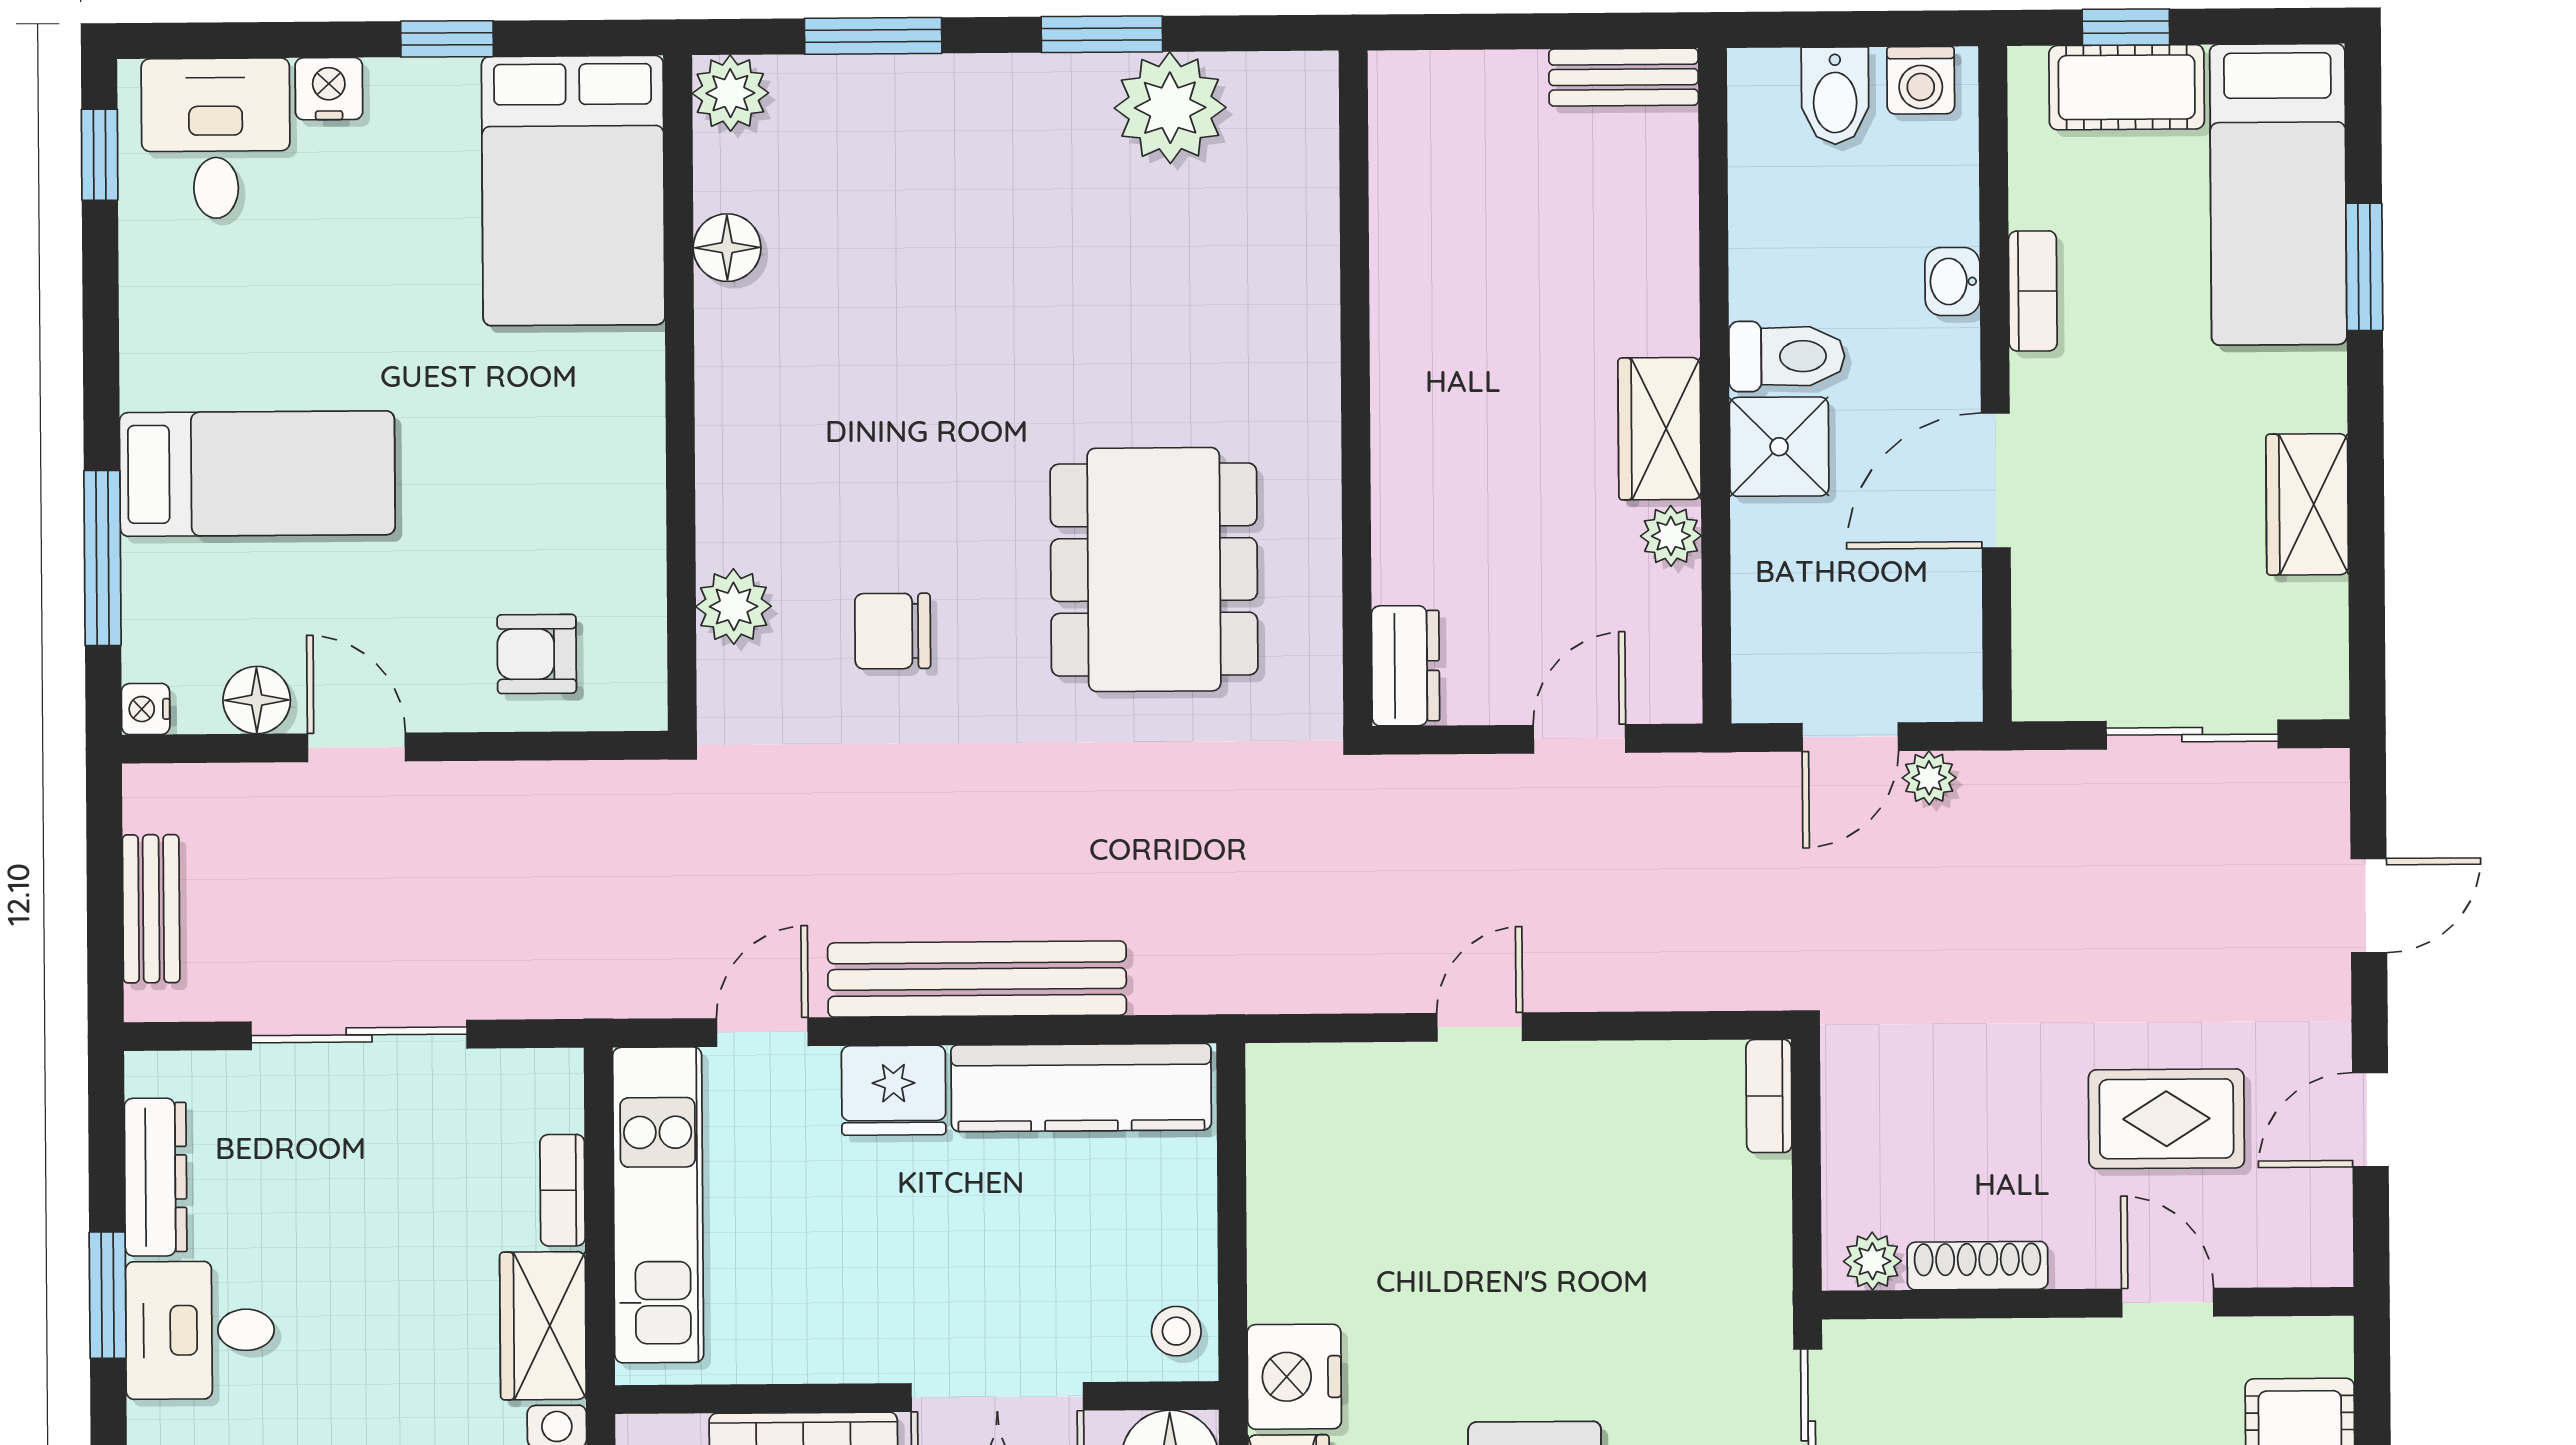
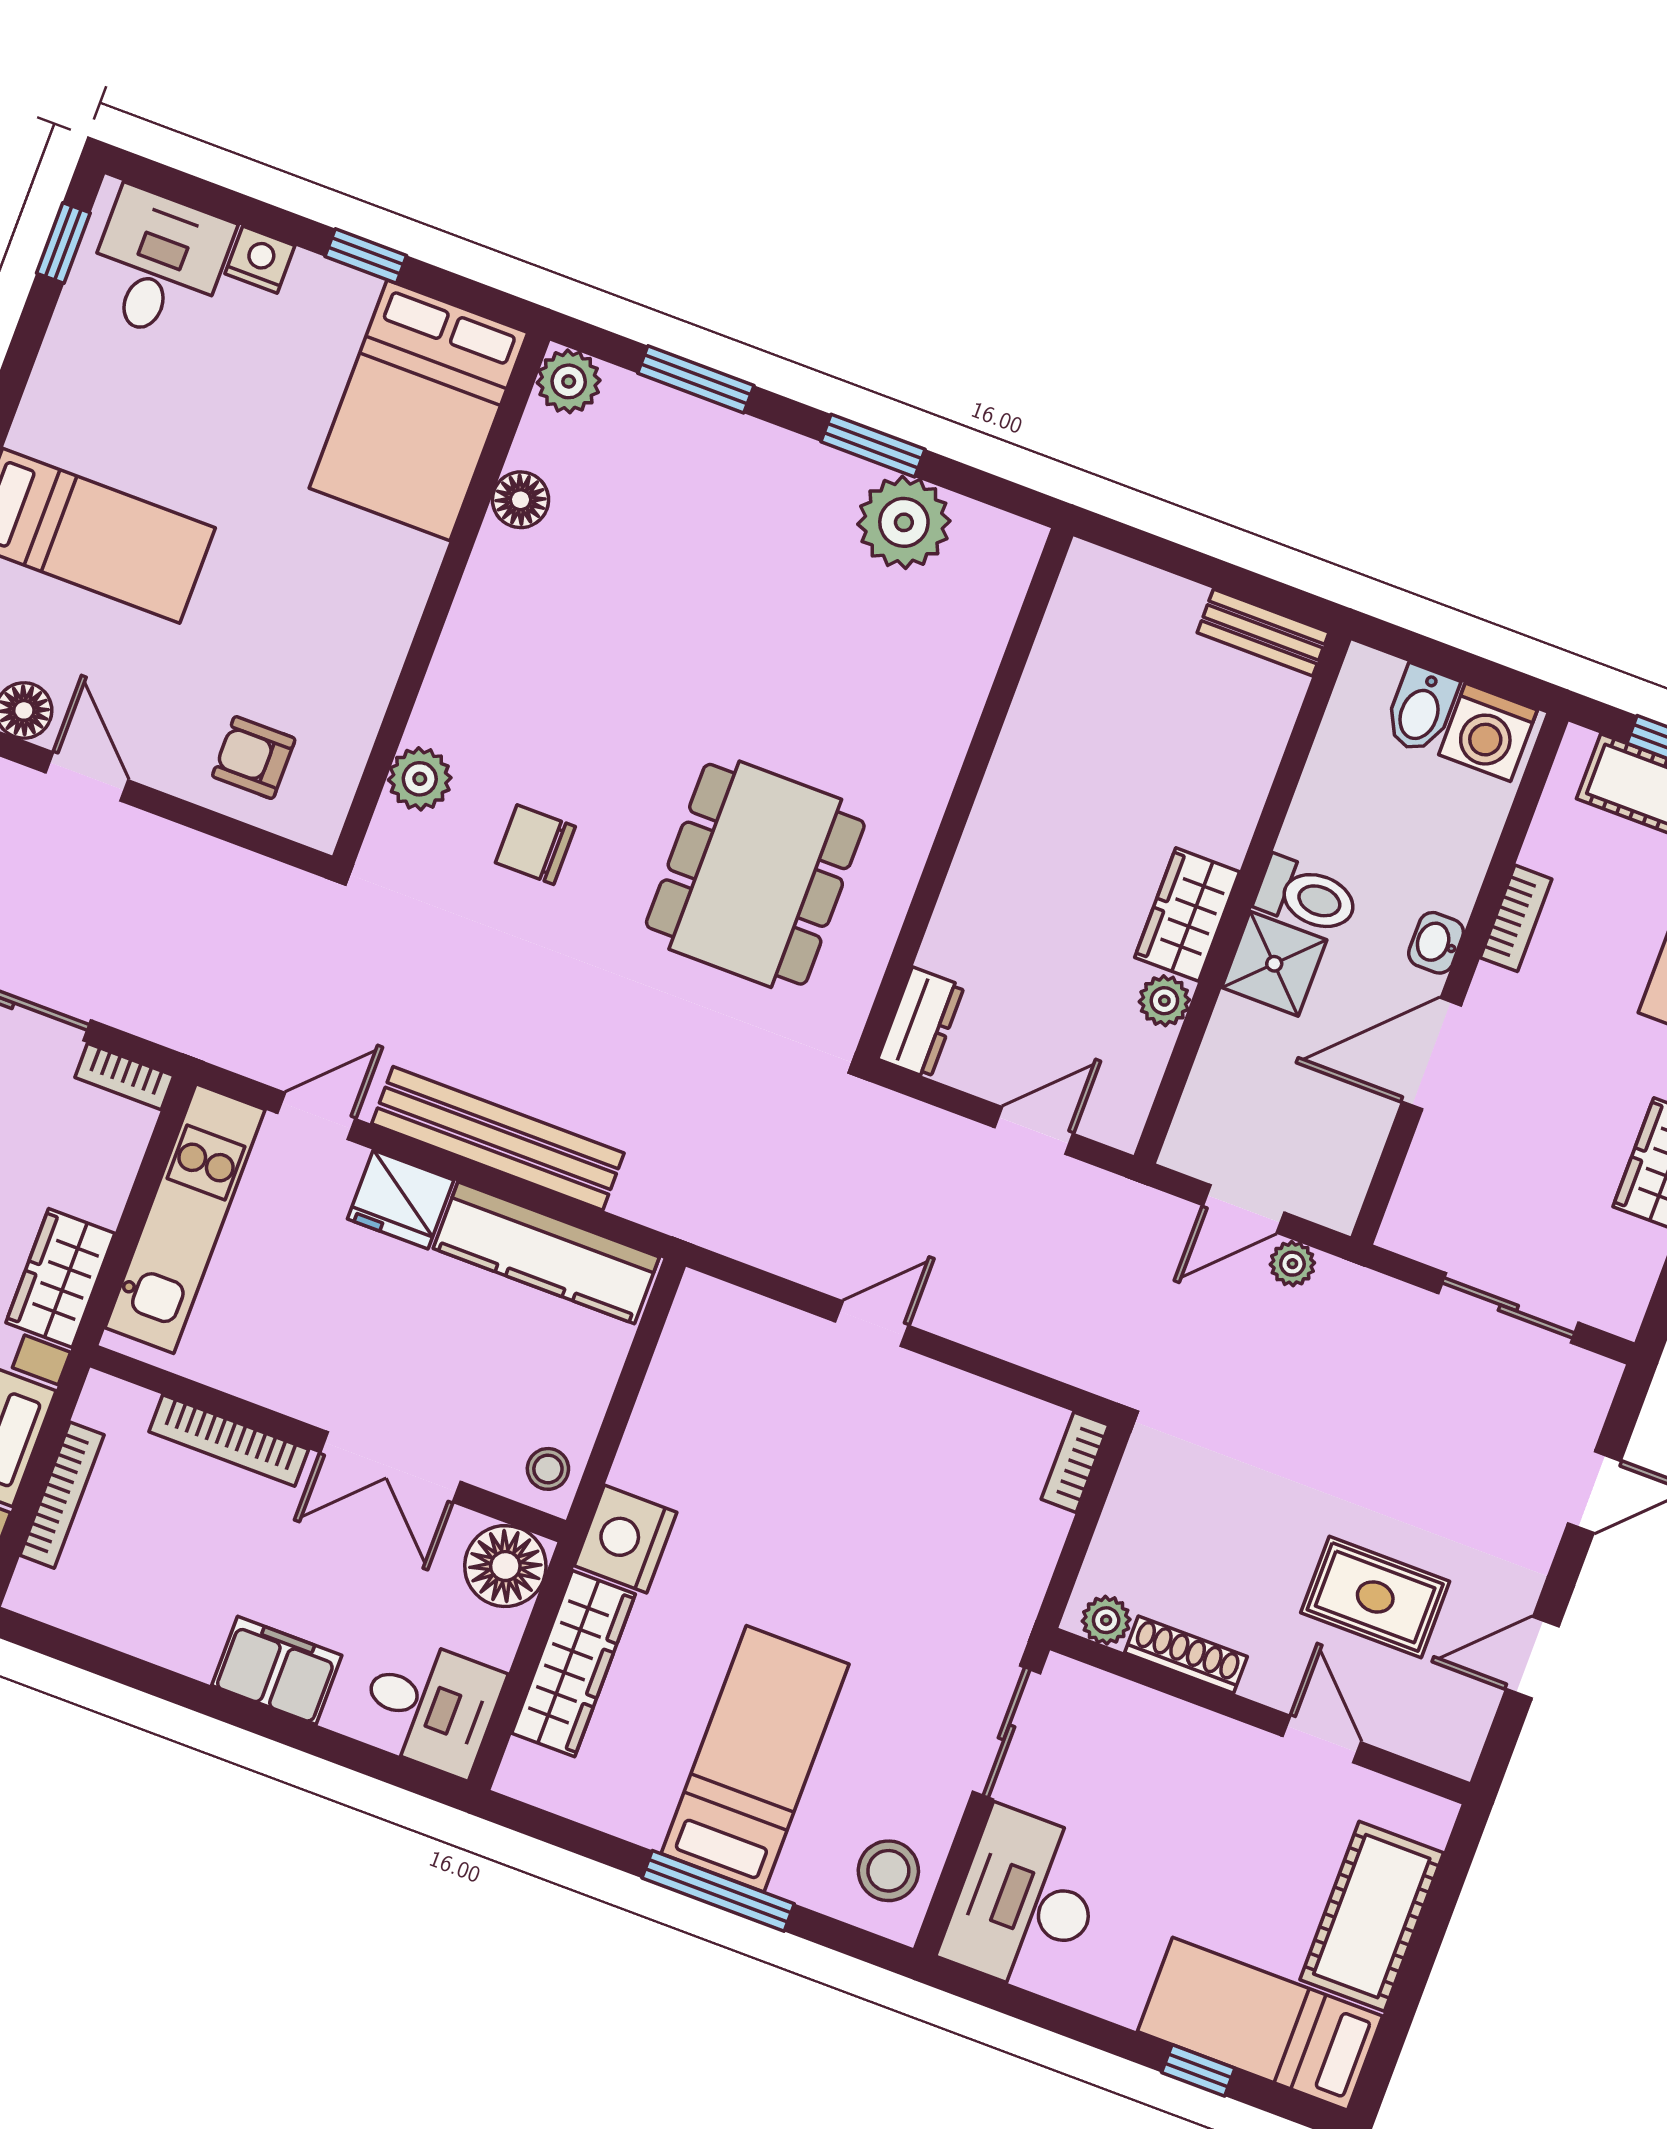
washing machine: (1921, 80) -> (1488, 732), width x1.38, depth x1.38
washbasin: (1952, 281) -> (1436, 943), moved
bookcase: (563, 1190) -> (124, 1077), moved, turned -90

